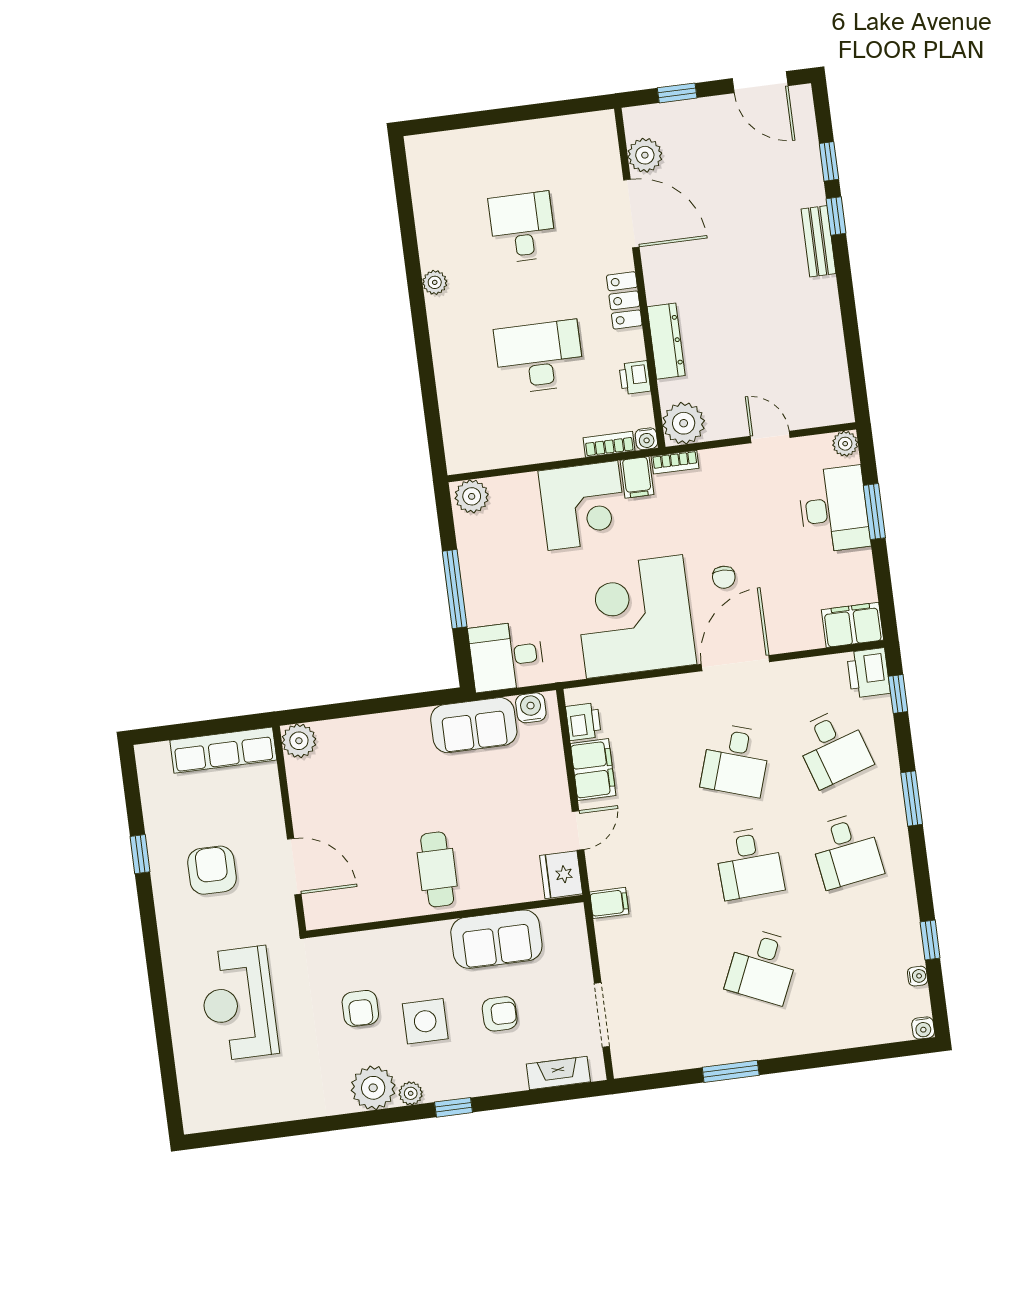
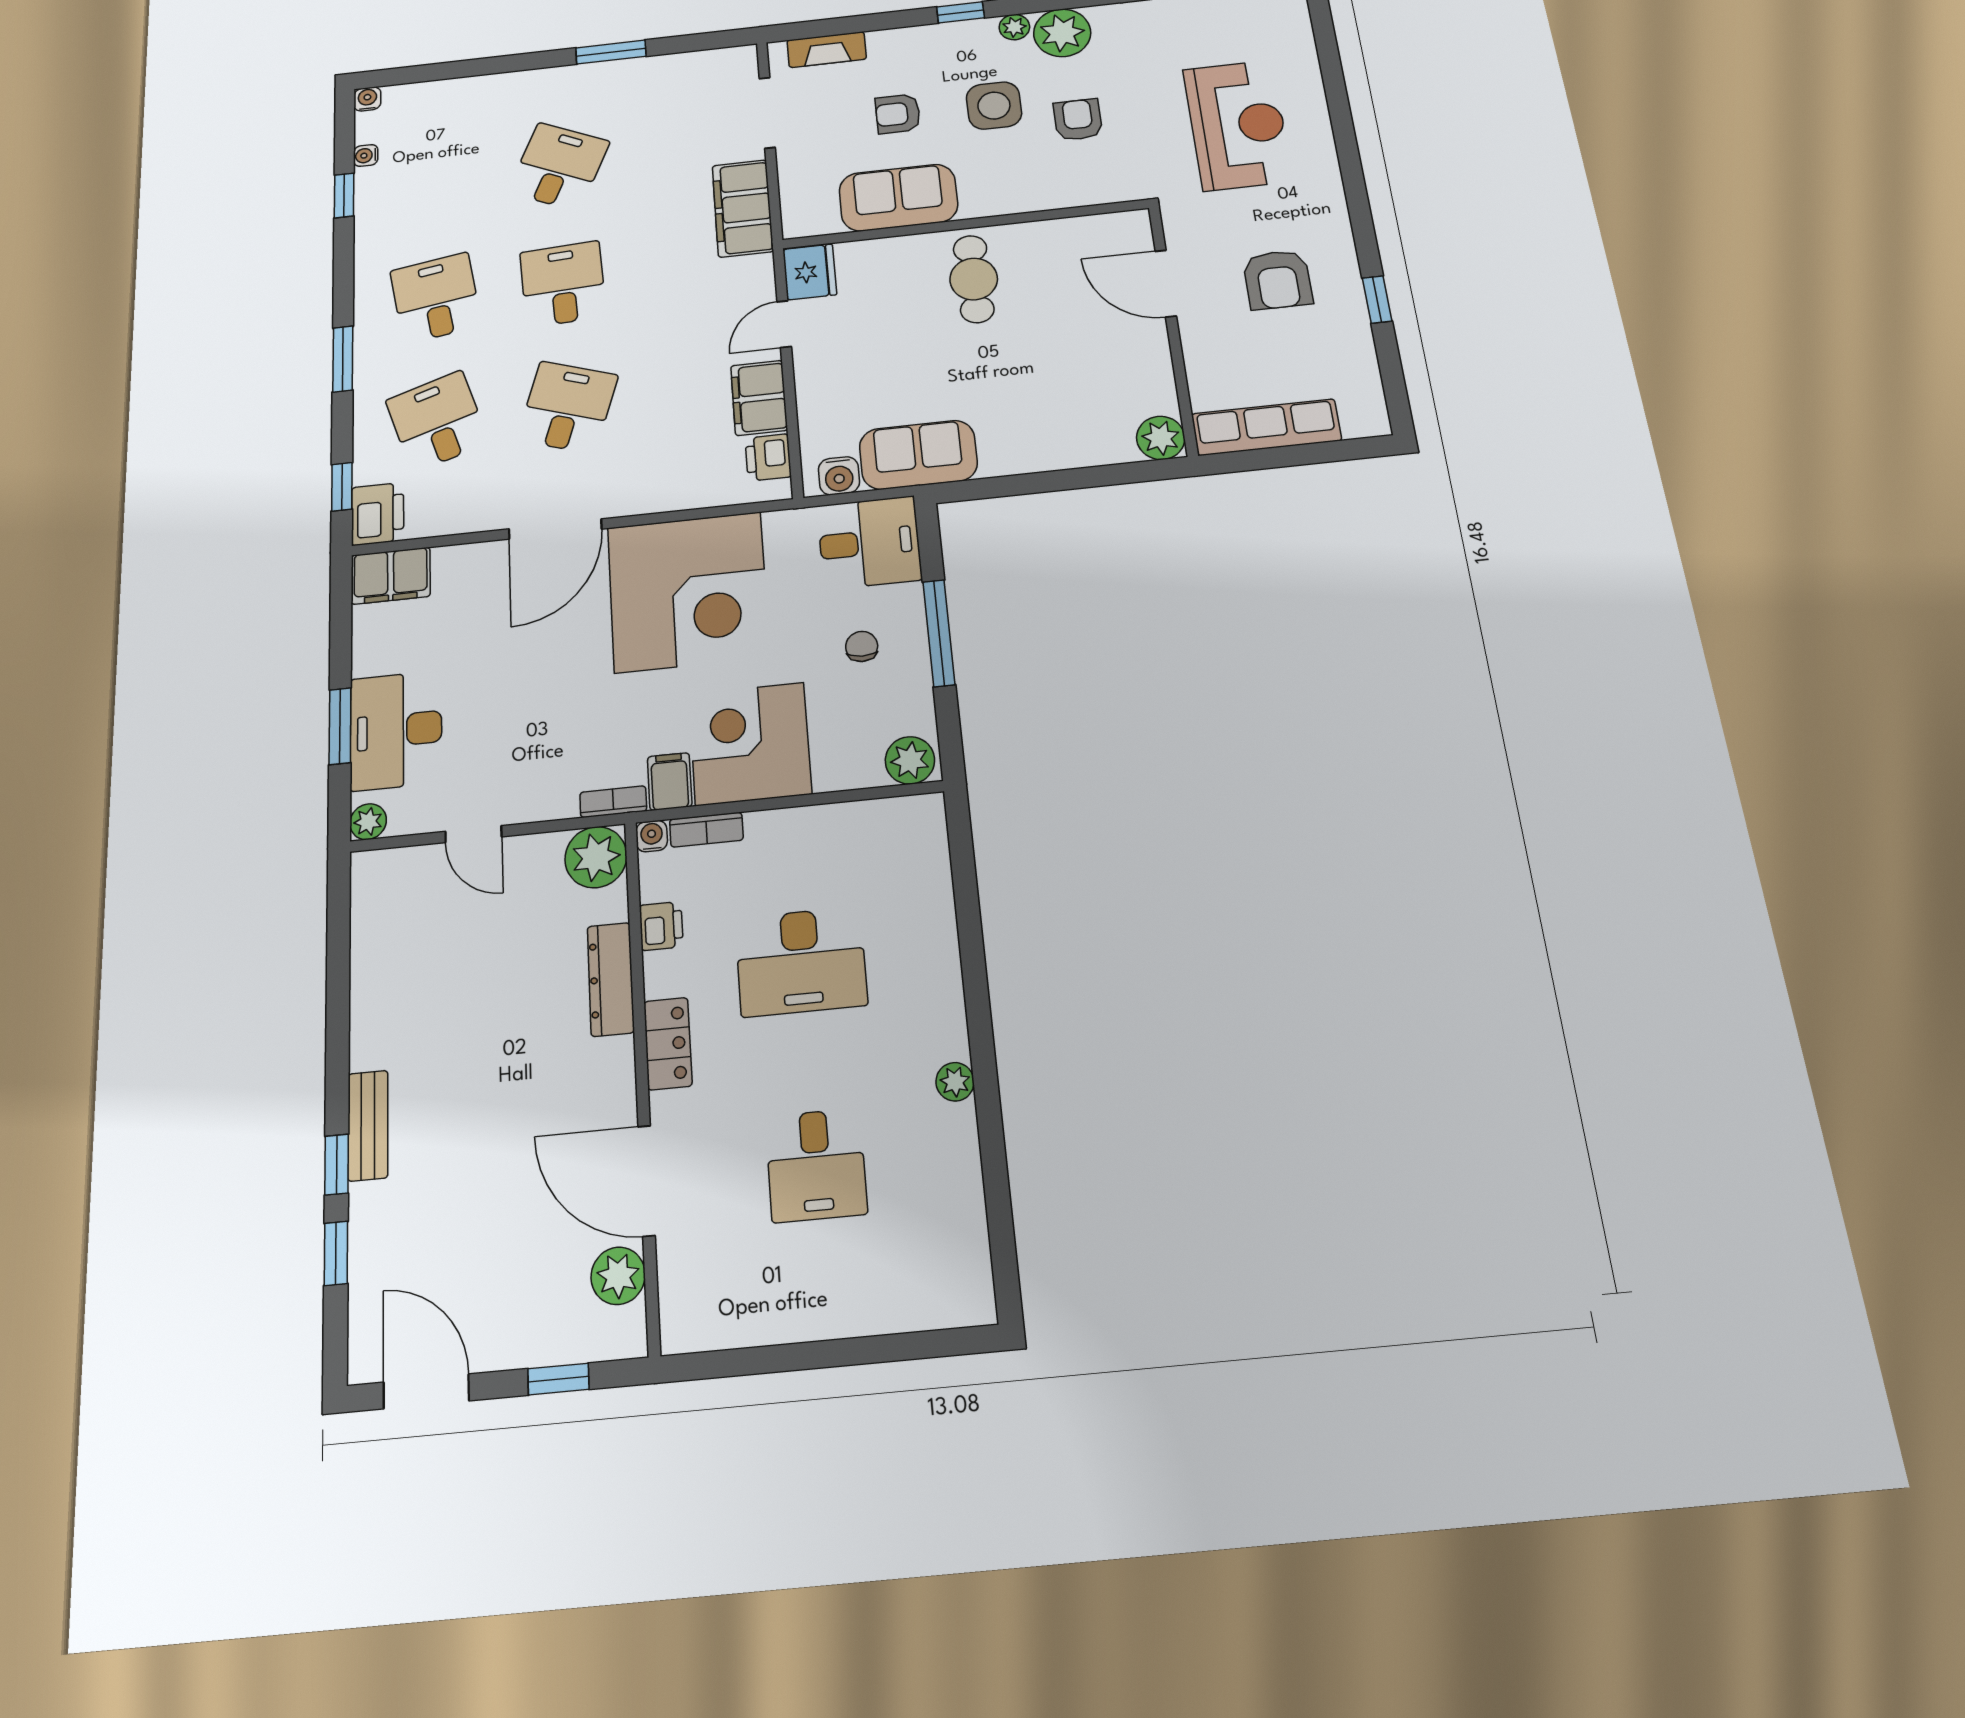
chair: (724, 577) -> (862, 646), moved
filing cabinet: (609, 903) -> (743, 208), width x3.00, depth x1.17

